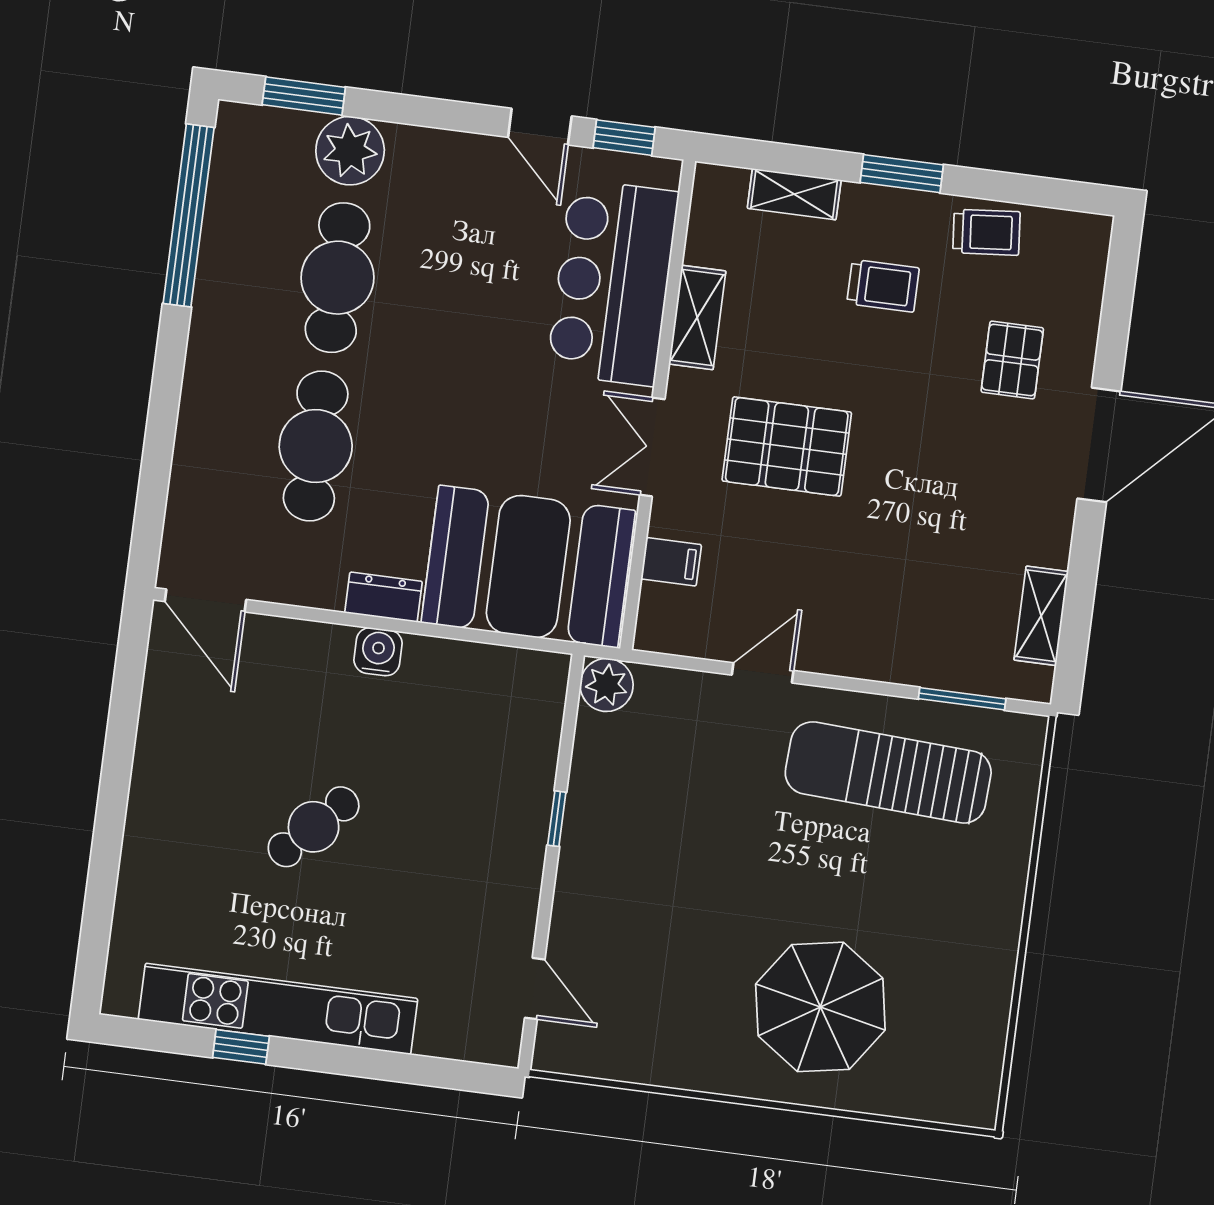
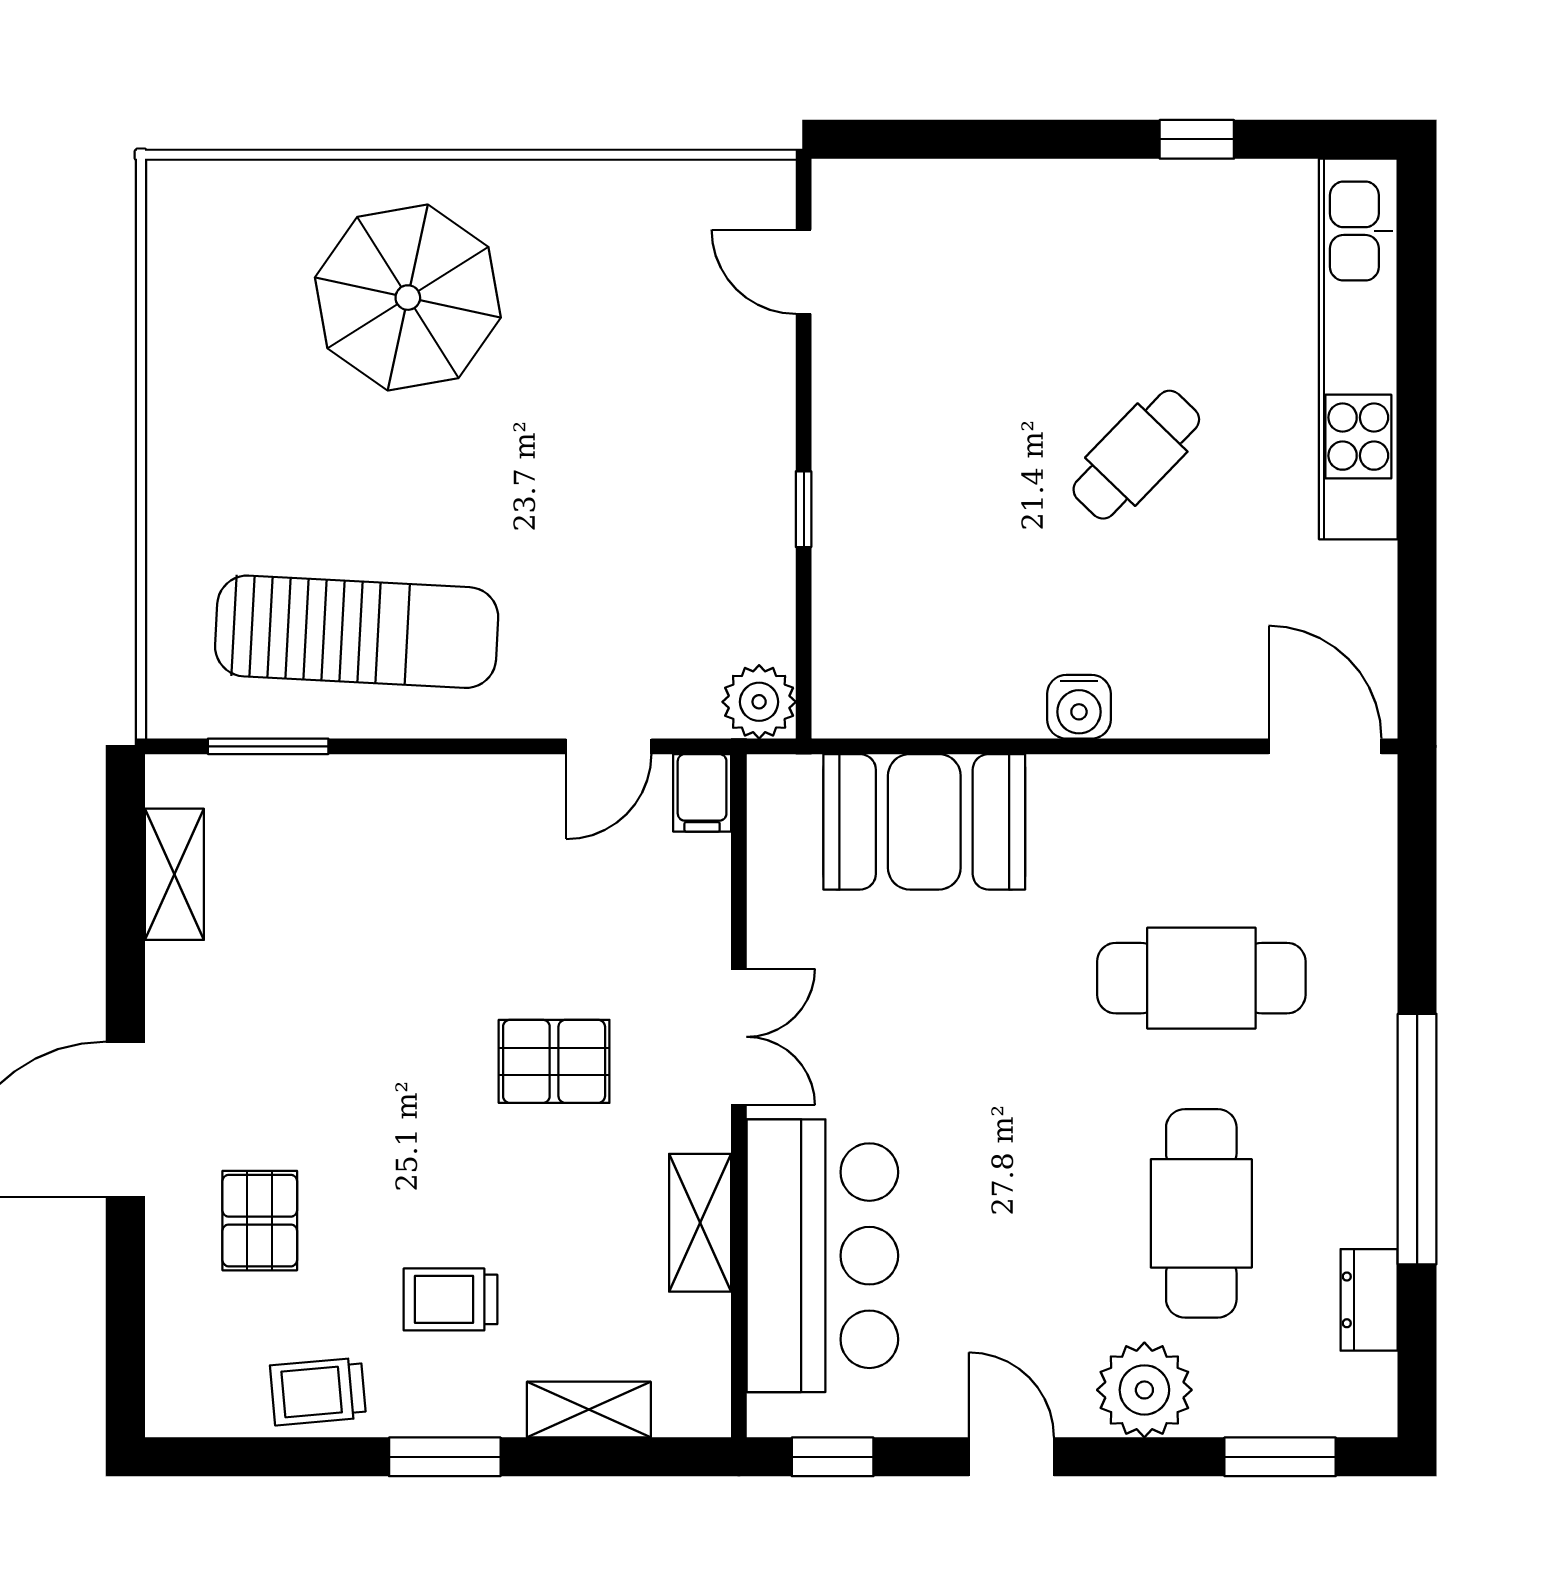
door: (540, 127) -> (1011, 1457), moved
plant: (350, 151) -> (1144, 1390), moved
window: (189, 215) -> (1417, 1139), moved
cafe table: (316, 446) -> (1201, 978), turned 90
pallet: (787, 447) -> (554, 1061), width x0.67, depth x0.71
filing cabinet: (671, 562) -> (702, 793), moved, turned -90
booth: (528, 567) -> (924, 822), width x0.73, depth x0.70
dresser: (383, 597) -> (1369, 1300), moved, turned 90
door: (763, 673) -> (609, 746), moved
kitchen unit: (278, 1009) -> (1358, 349), moved, turned 90

